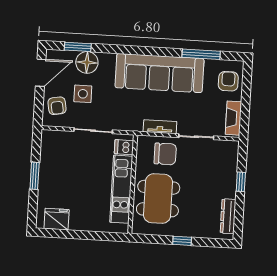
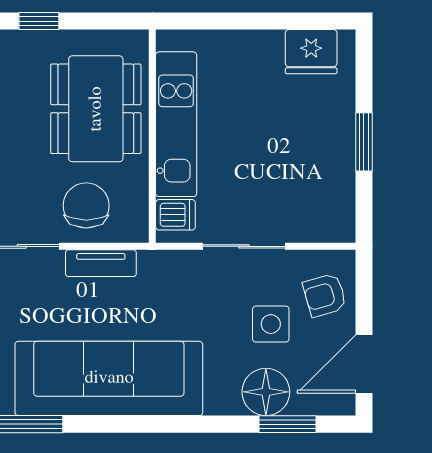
armchair: (57, 106) -> (325, 295), turned -96
chair: (165, 154) -> (86, 205), turned 90

